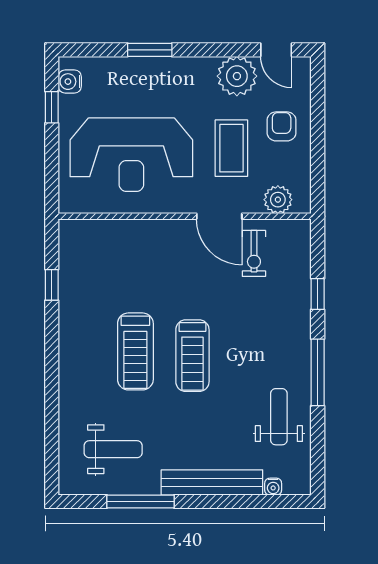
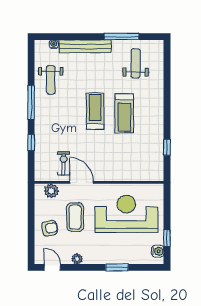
plant: (237, 76) -> (77, 259), width x0.53, depth x0.53
armchair: (282, 126) -> (50, 228), turned -102
treadmill: (135, 351) -> (124, 113), turned 180
weight bench: (113, 449) -> (136, 63), turned 90

